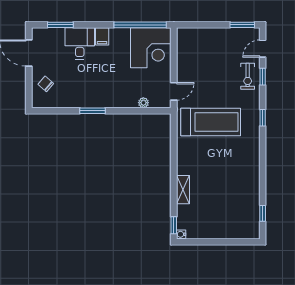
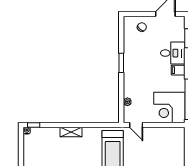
shelving: (183, 190) -> (71, 132), moved

